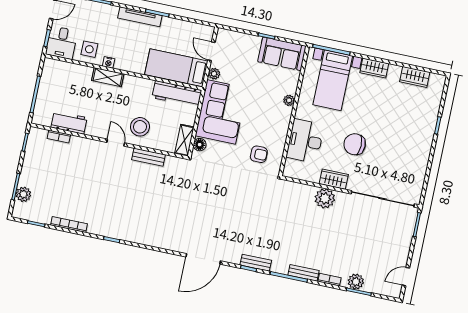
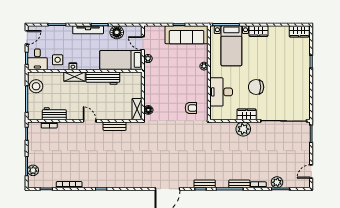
floor lamp: (179, 29) -> (117, 32), added
sofa: (282, 54) -> (187, 35), width x1.36
wardrobe: (415, 77) -> (299, 31), moved
workbench: (177, 94) -> (103, 78), moved
corner sofa: (221, 112) -> (159, 84), removed
stool: (140, 127) -> (36, 86), moved

